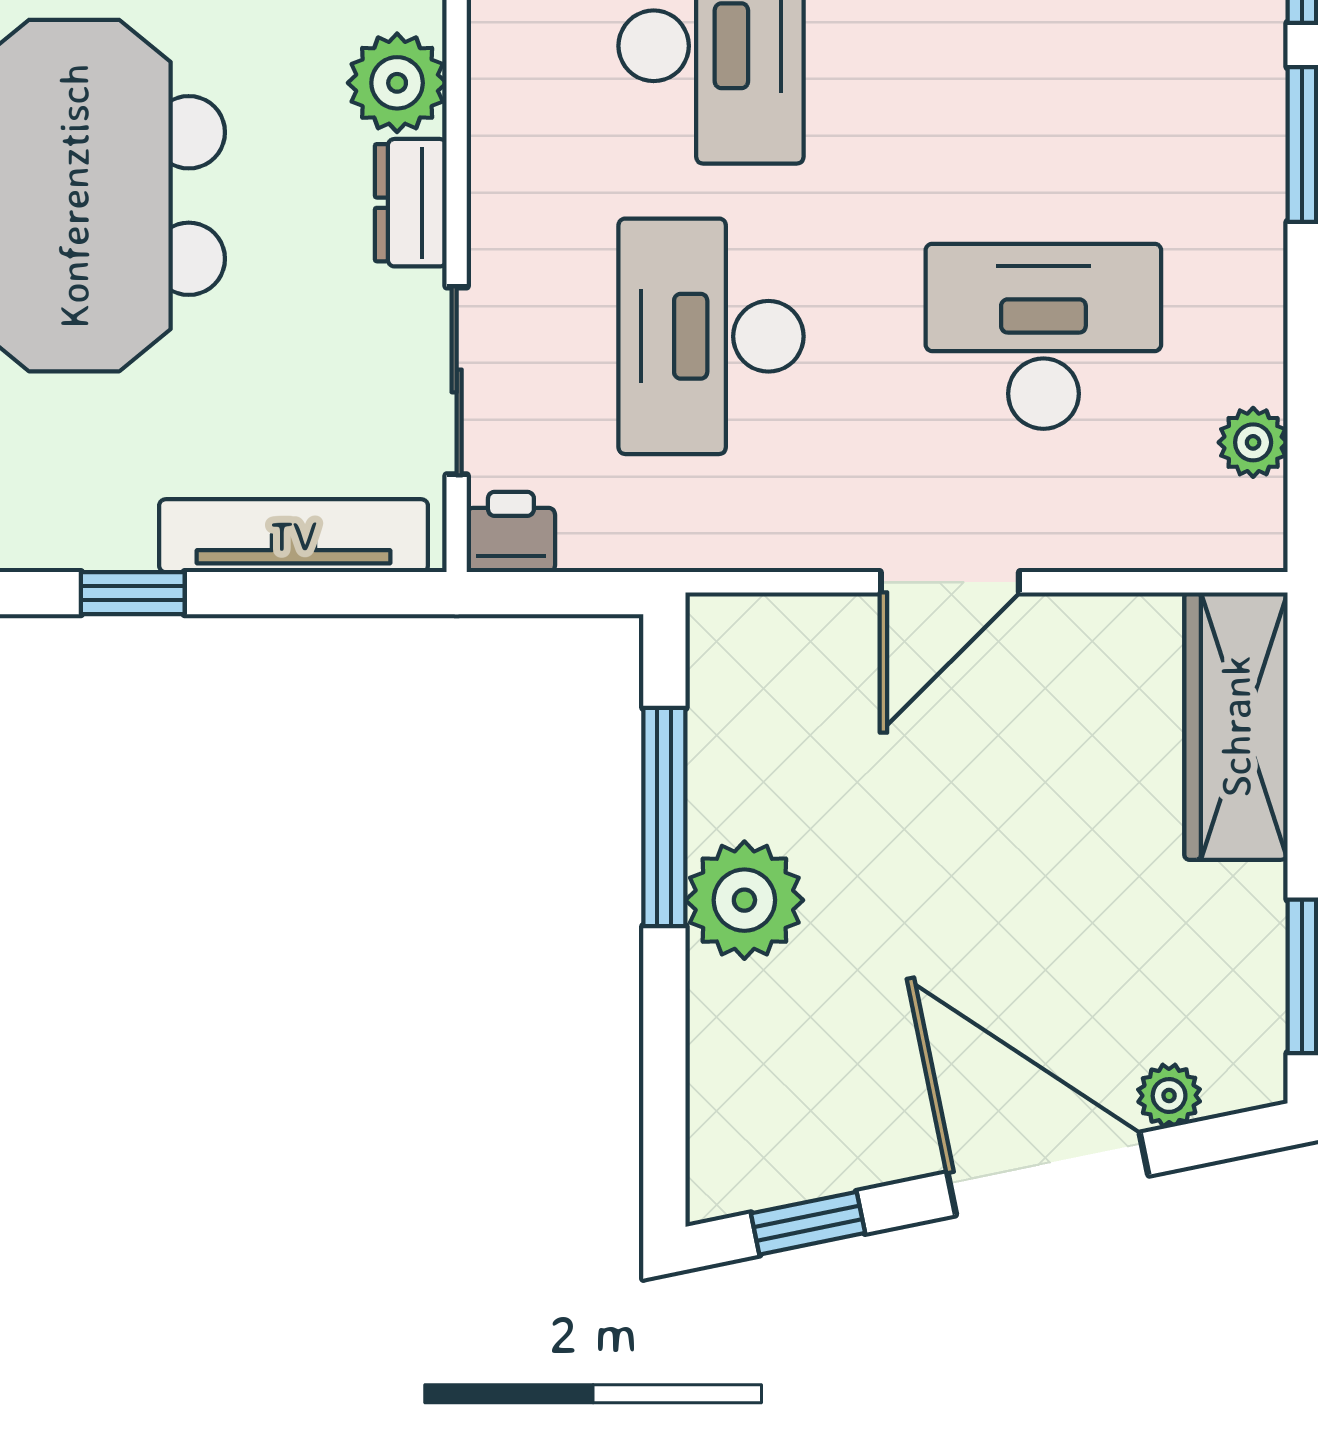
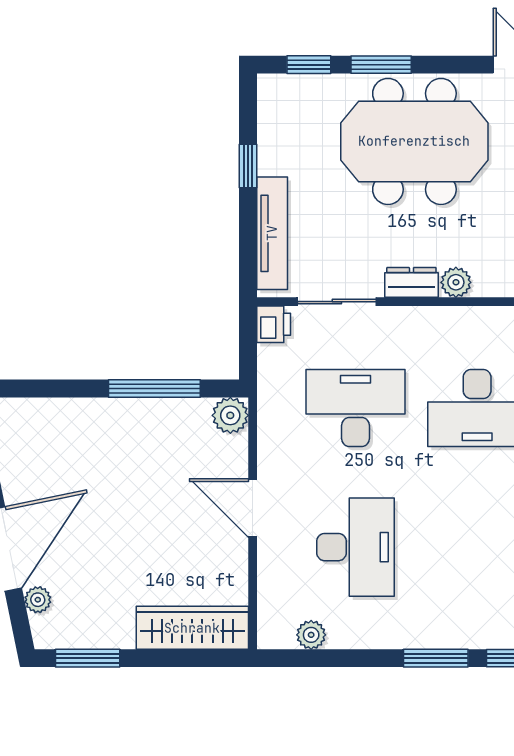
plant: (397, 83) -> (456, 282), width x0.73, depth x0.73
plant: (744, 900) -> (230, 415), moved, width x0.73, depth x0.73

